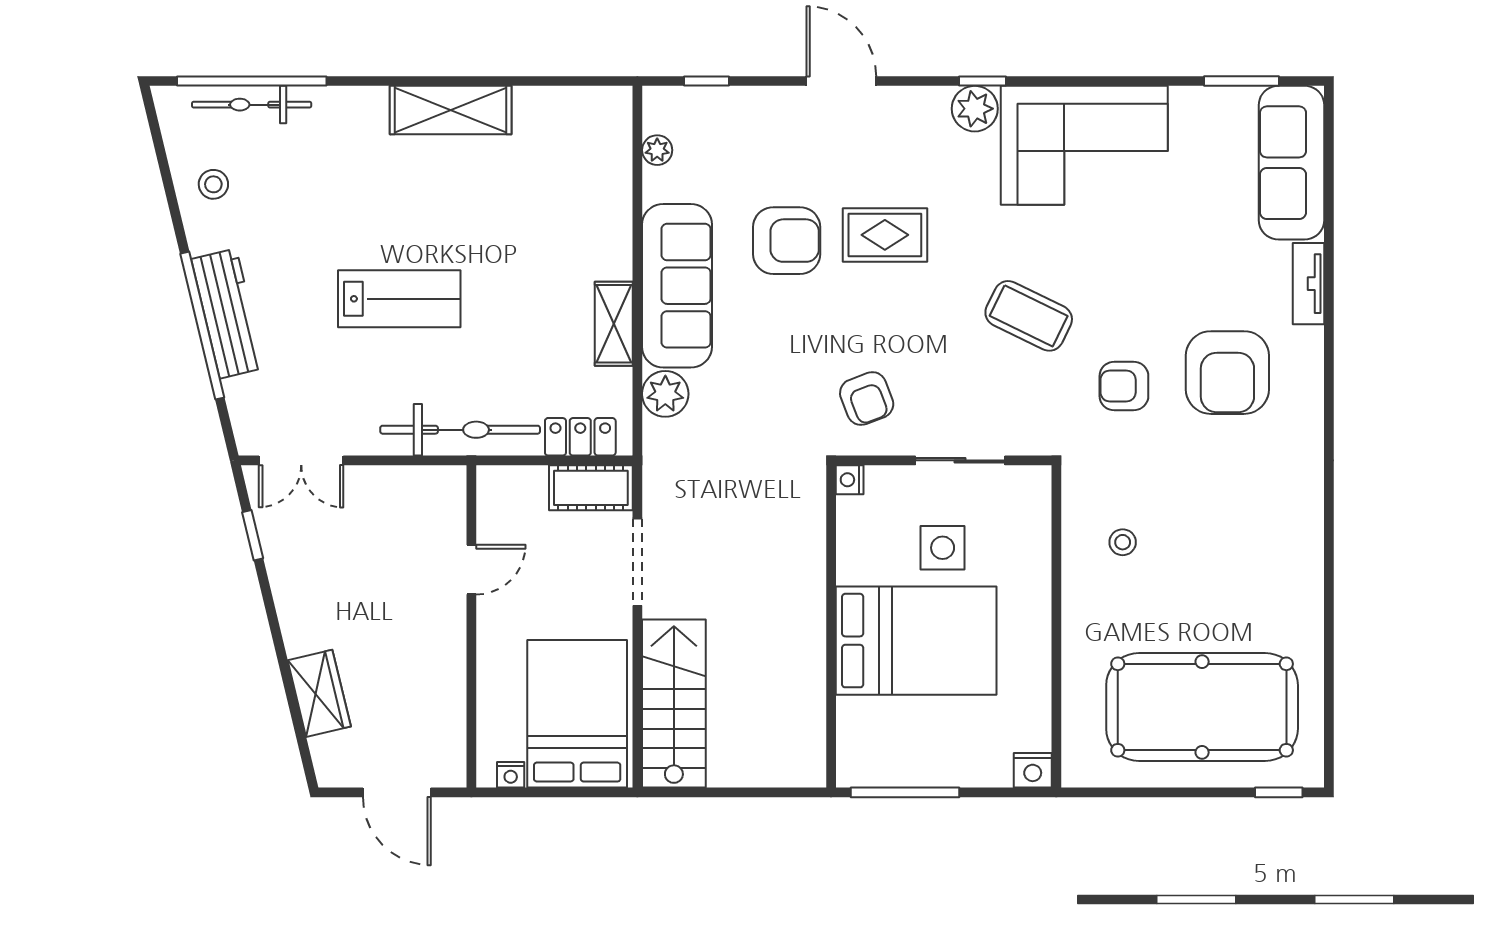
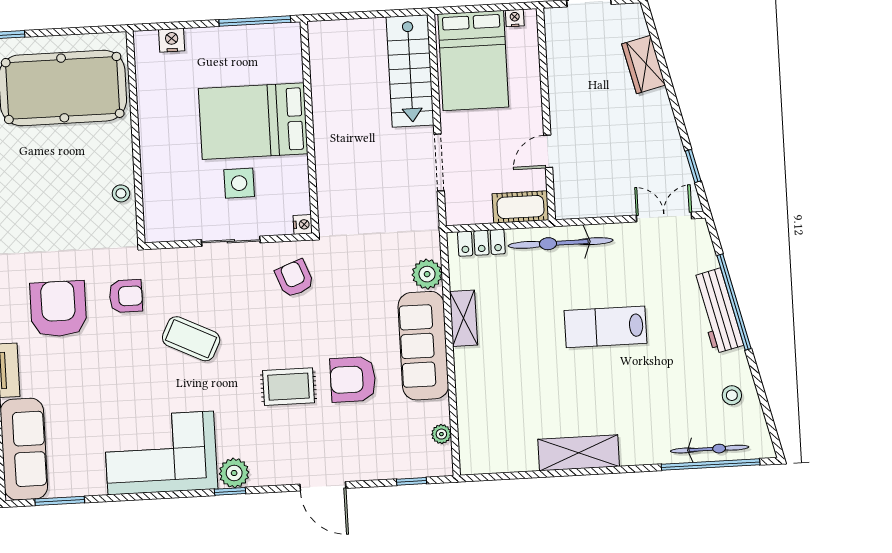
cot: (591, 488) -> (521, 207), moved
wall: (1056, 626) -> (136, 137), moved

